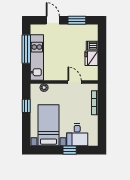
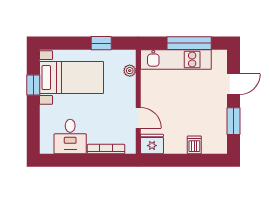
fridge: (92, 58) -> (152, 144), moved
door: (75, 82) -> (138, 118), hinge flipped
desk: (77, 135) -> (70, 137), moved, turned -90
window: (70, 150) -> (33, 85), moved

